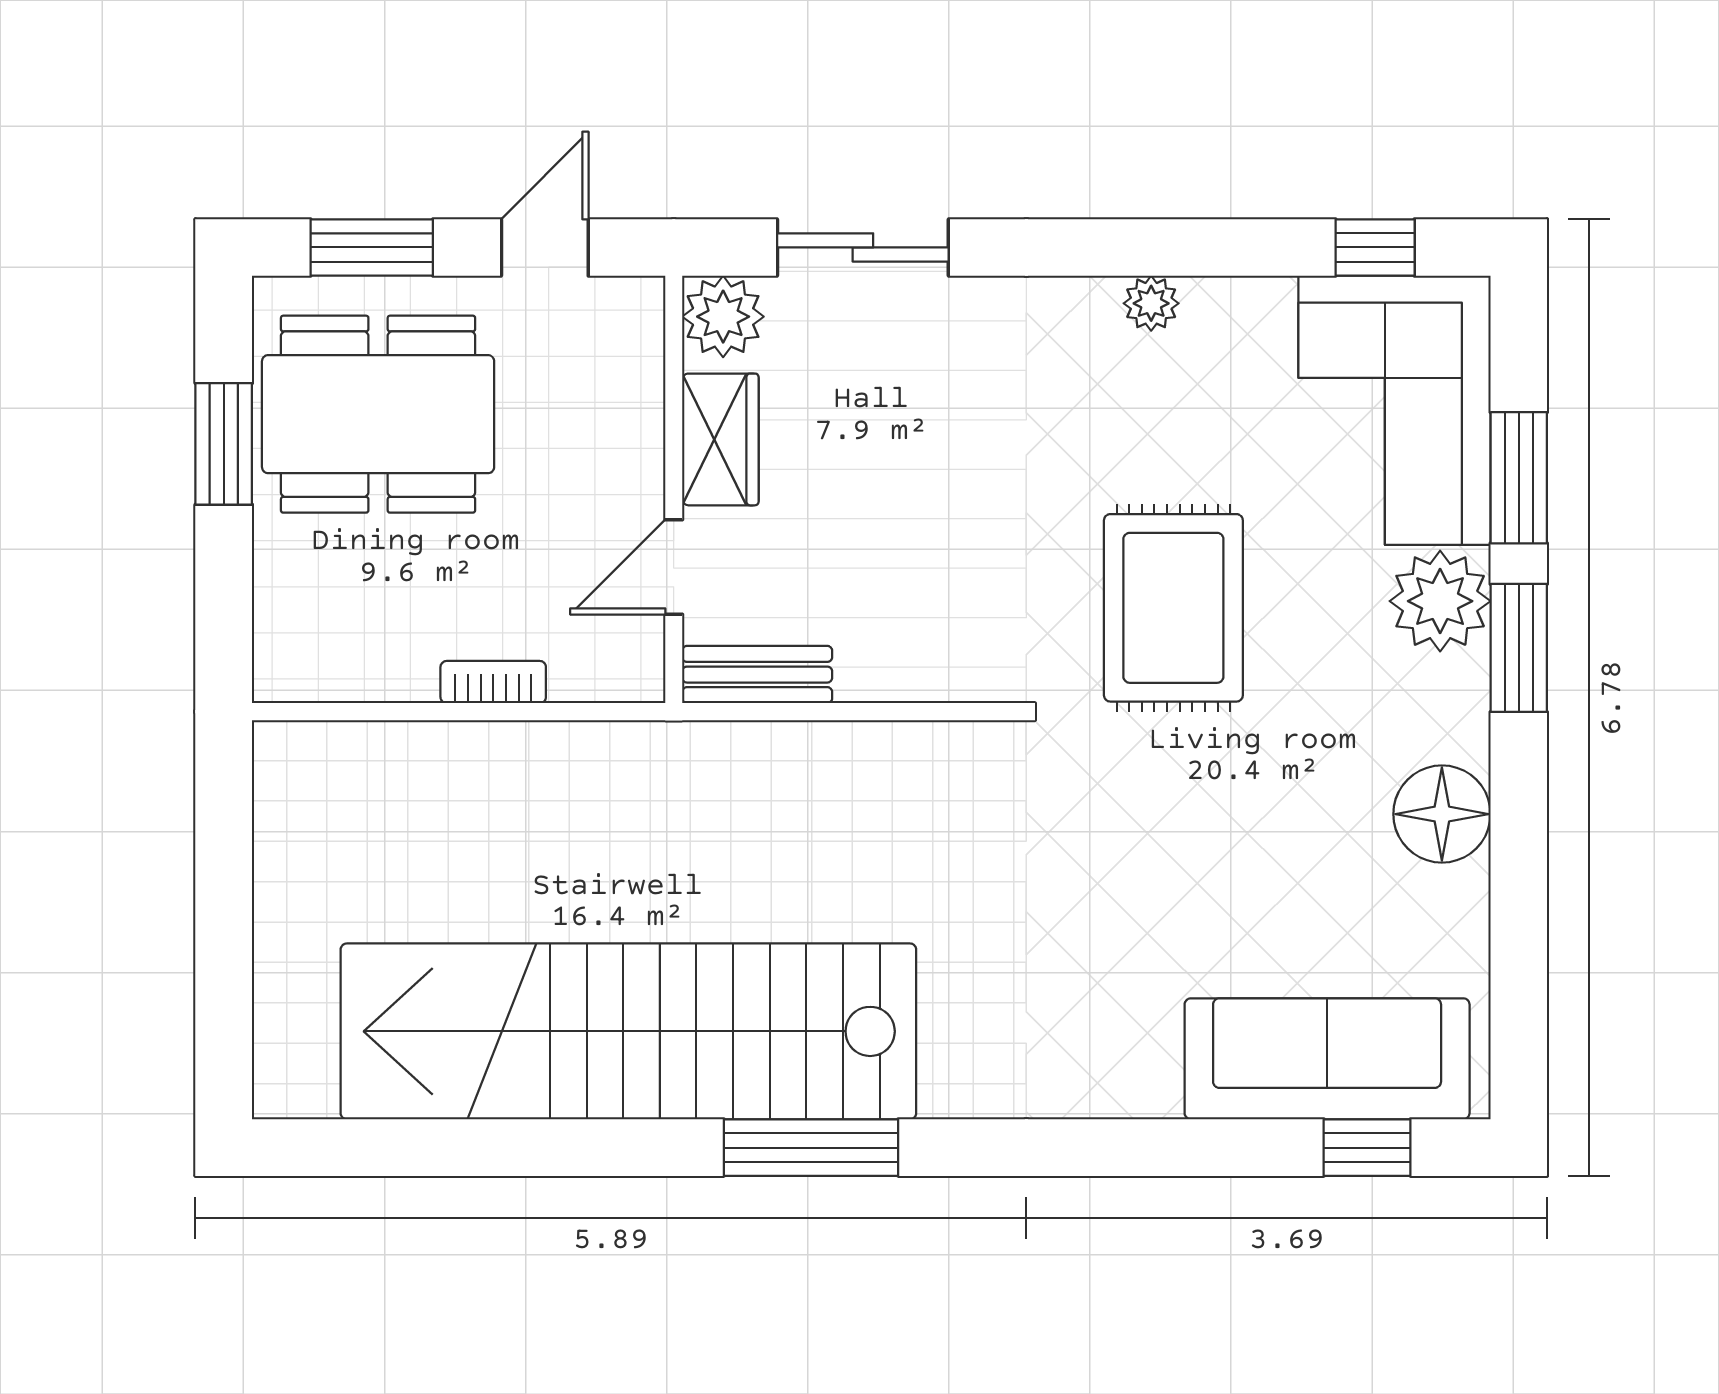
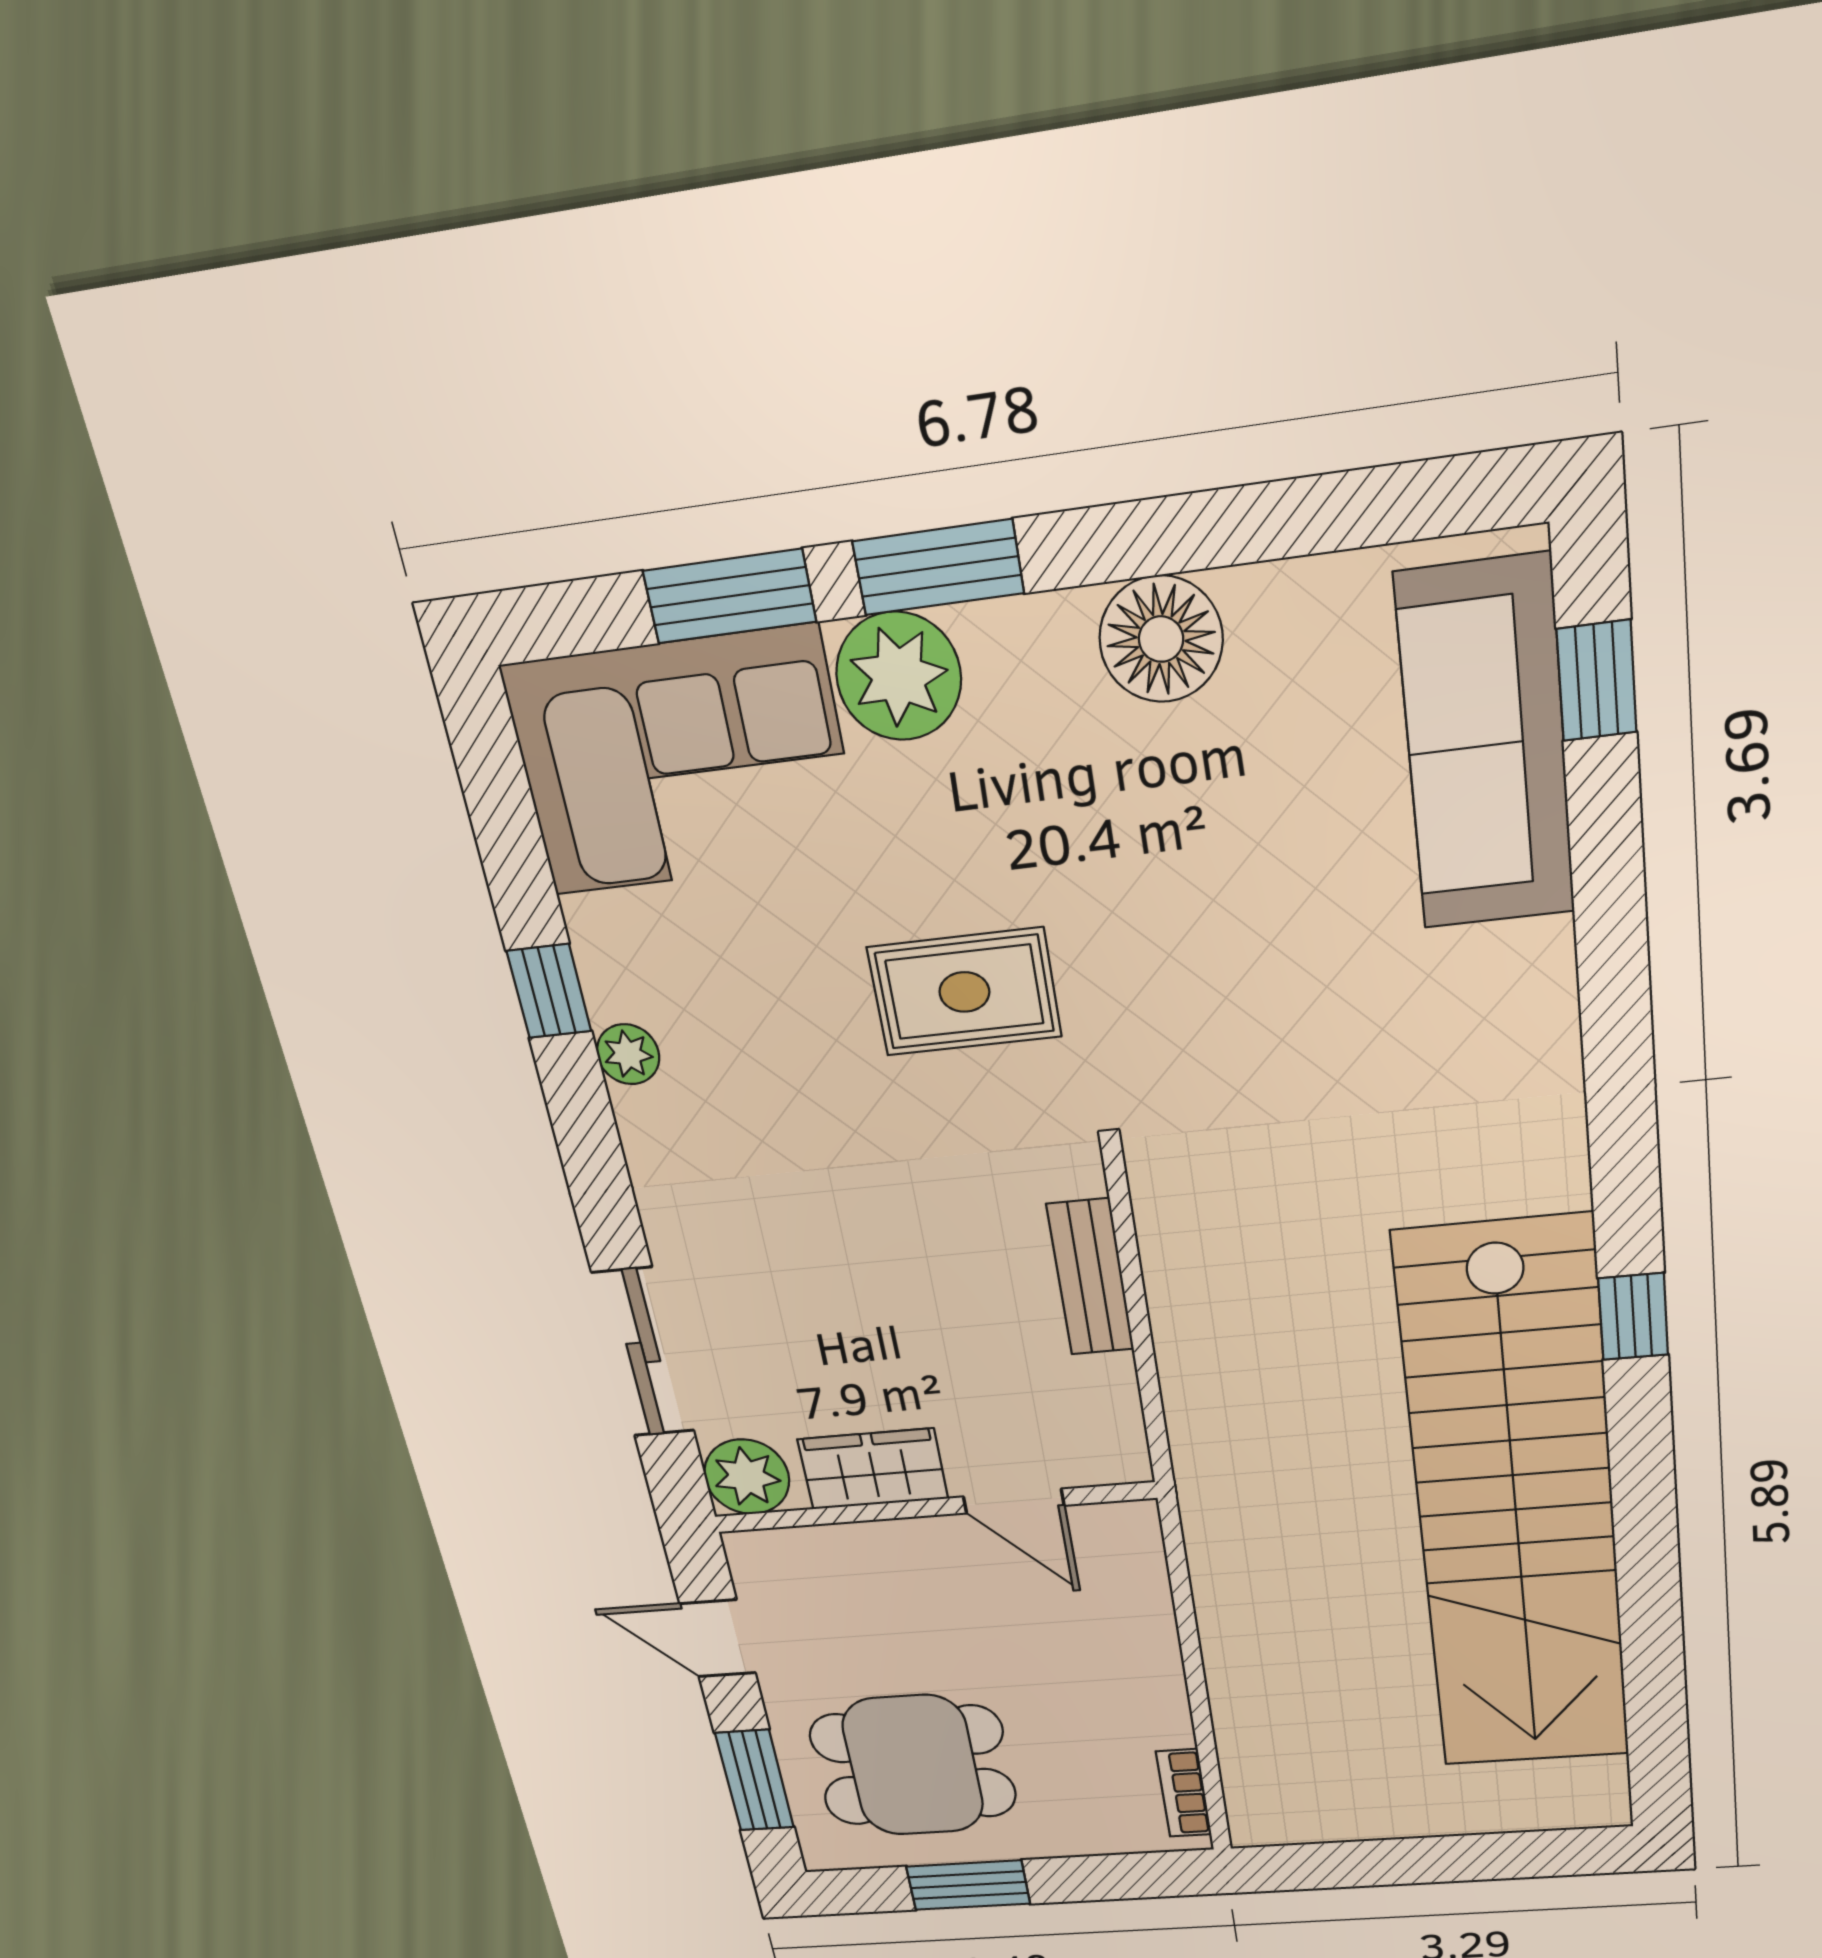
window: (1375, 247) -> (549, 991), moved
dining table: (378, 414) -> (913, 1765), width x0.73
rug: (1173, 608) -> (964, 992), width x0.73, depth x0.70
bench: (757, 675) -> (1090, 1277), moved
bookcase: (493, 682) -> (1184, 1793), moved
window: (811, 1148) -> (1633, 1317), width x0.46

